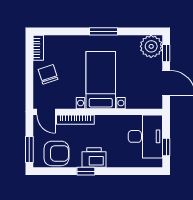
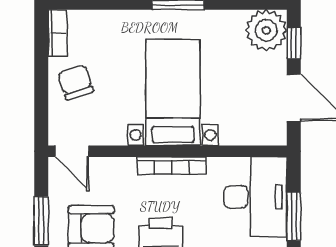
bookcase: (75, 120) -> (171, 166), moved
window: (166, 147) -> (294, 216), width x1.50

